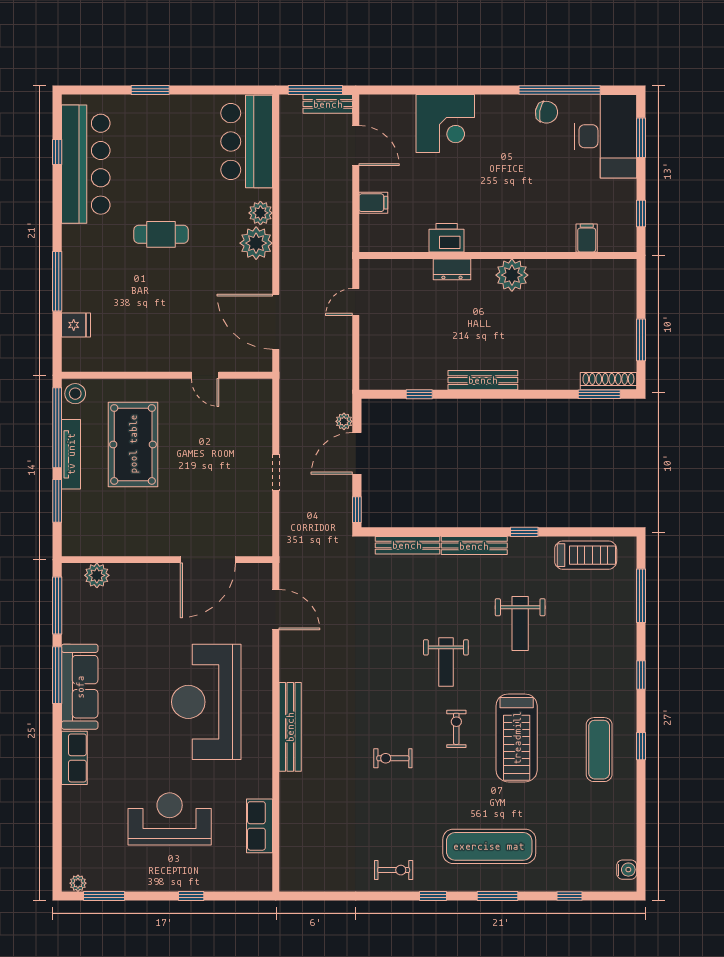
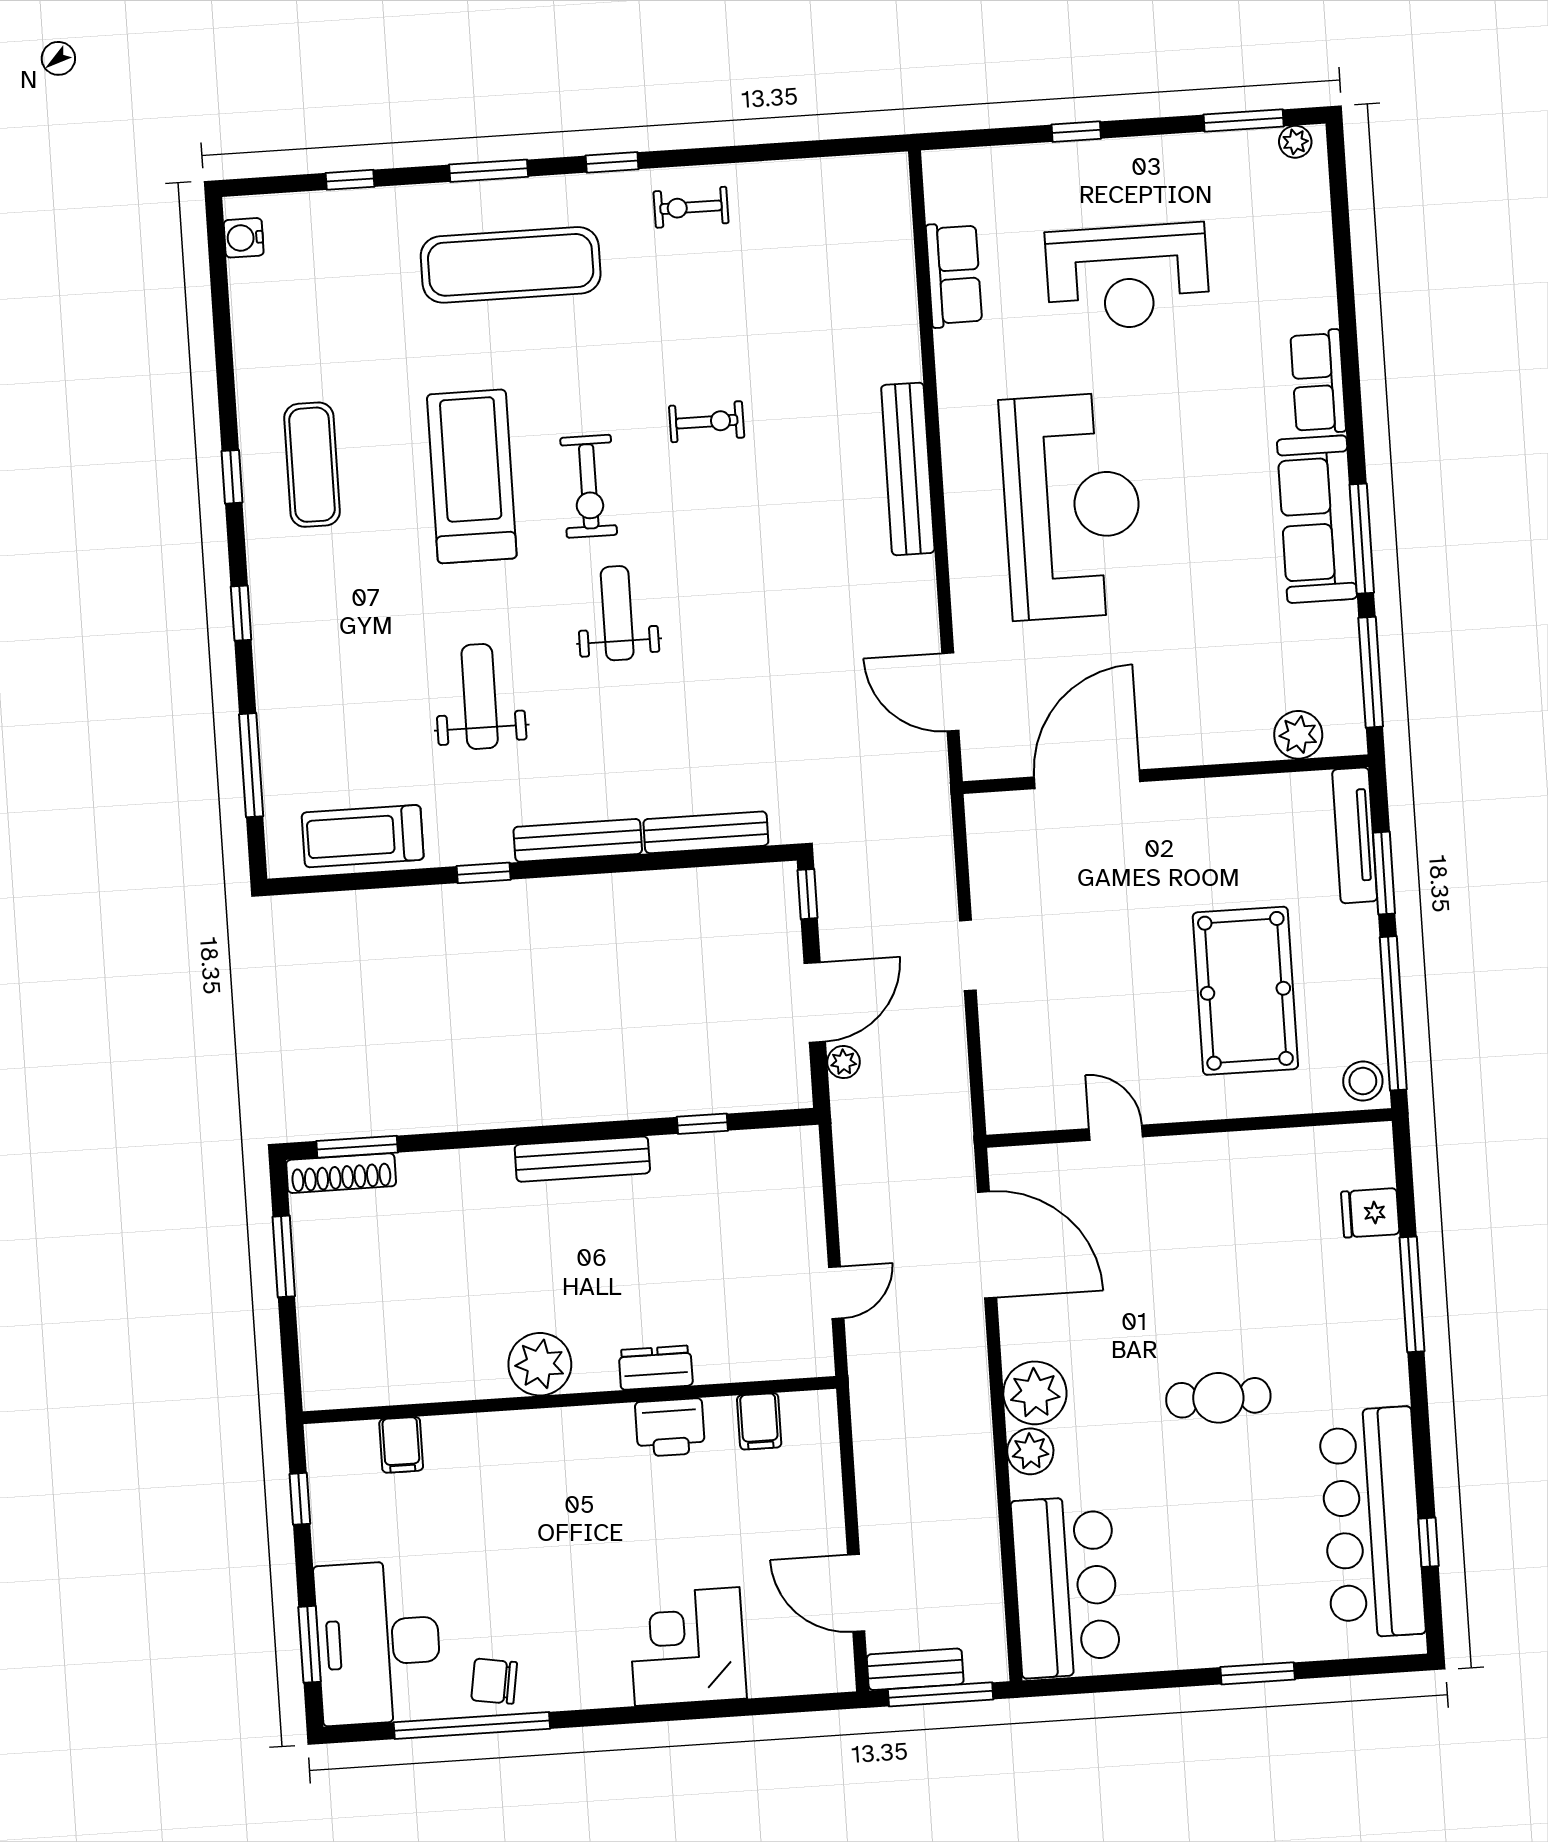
filing cabinet: (373, 203) -> (759, 1421), moved, turned -90
tv unit: (71, 454) -> (1355, 835), moved
exercise bike: (456, 729) -> (589, 486), width x1.38, depth x1.39

